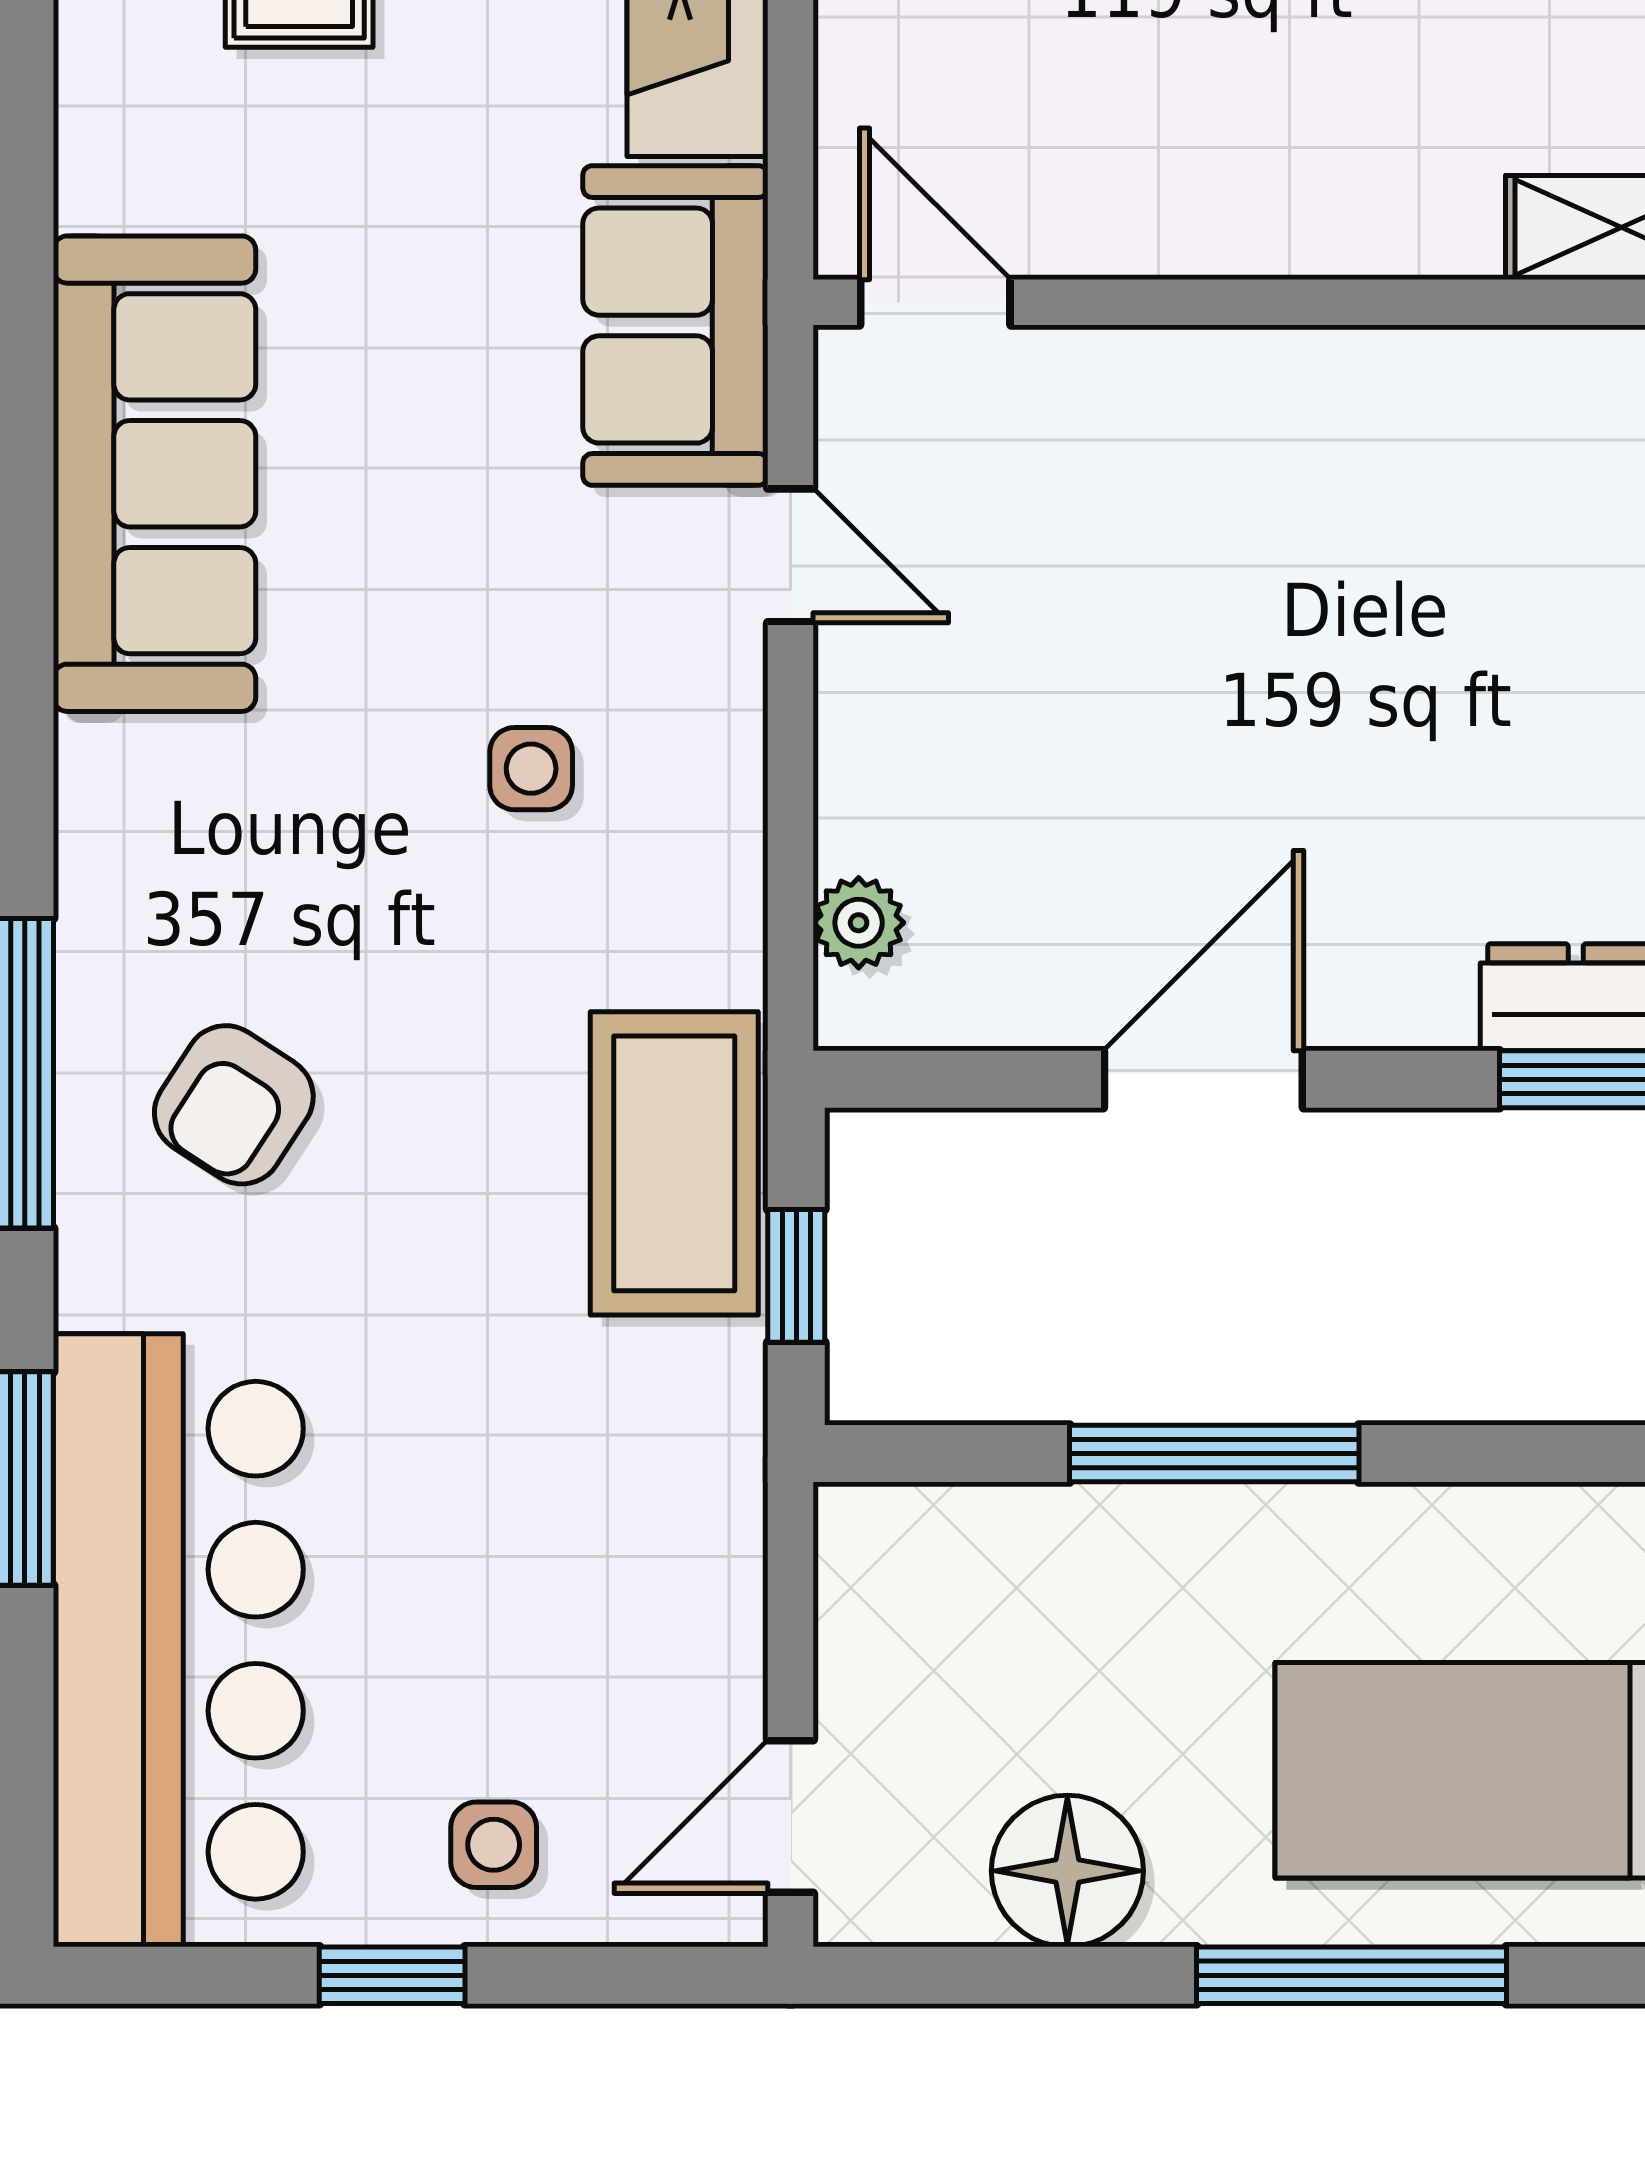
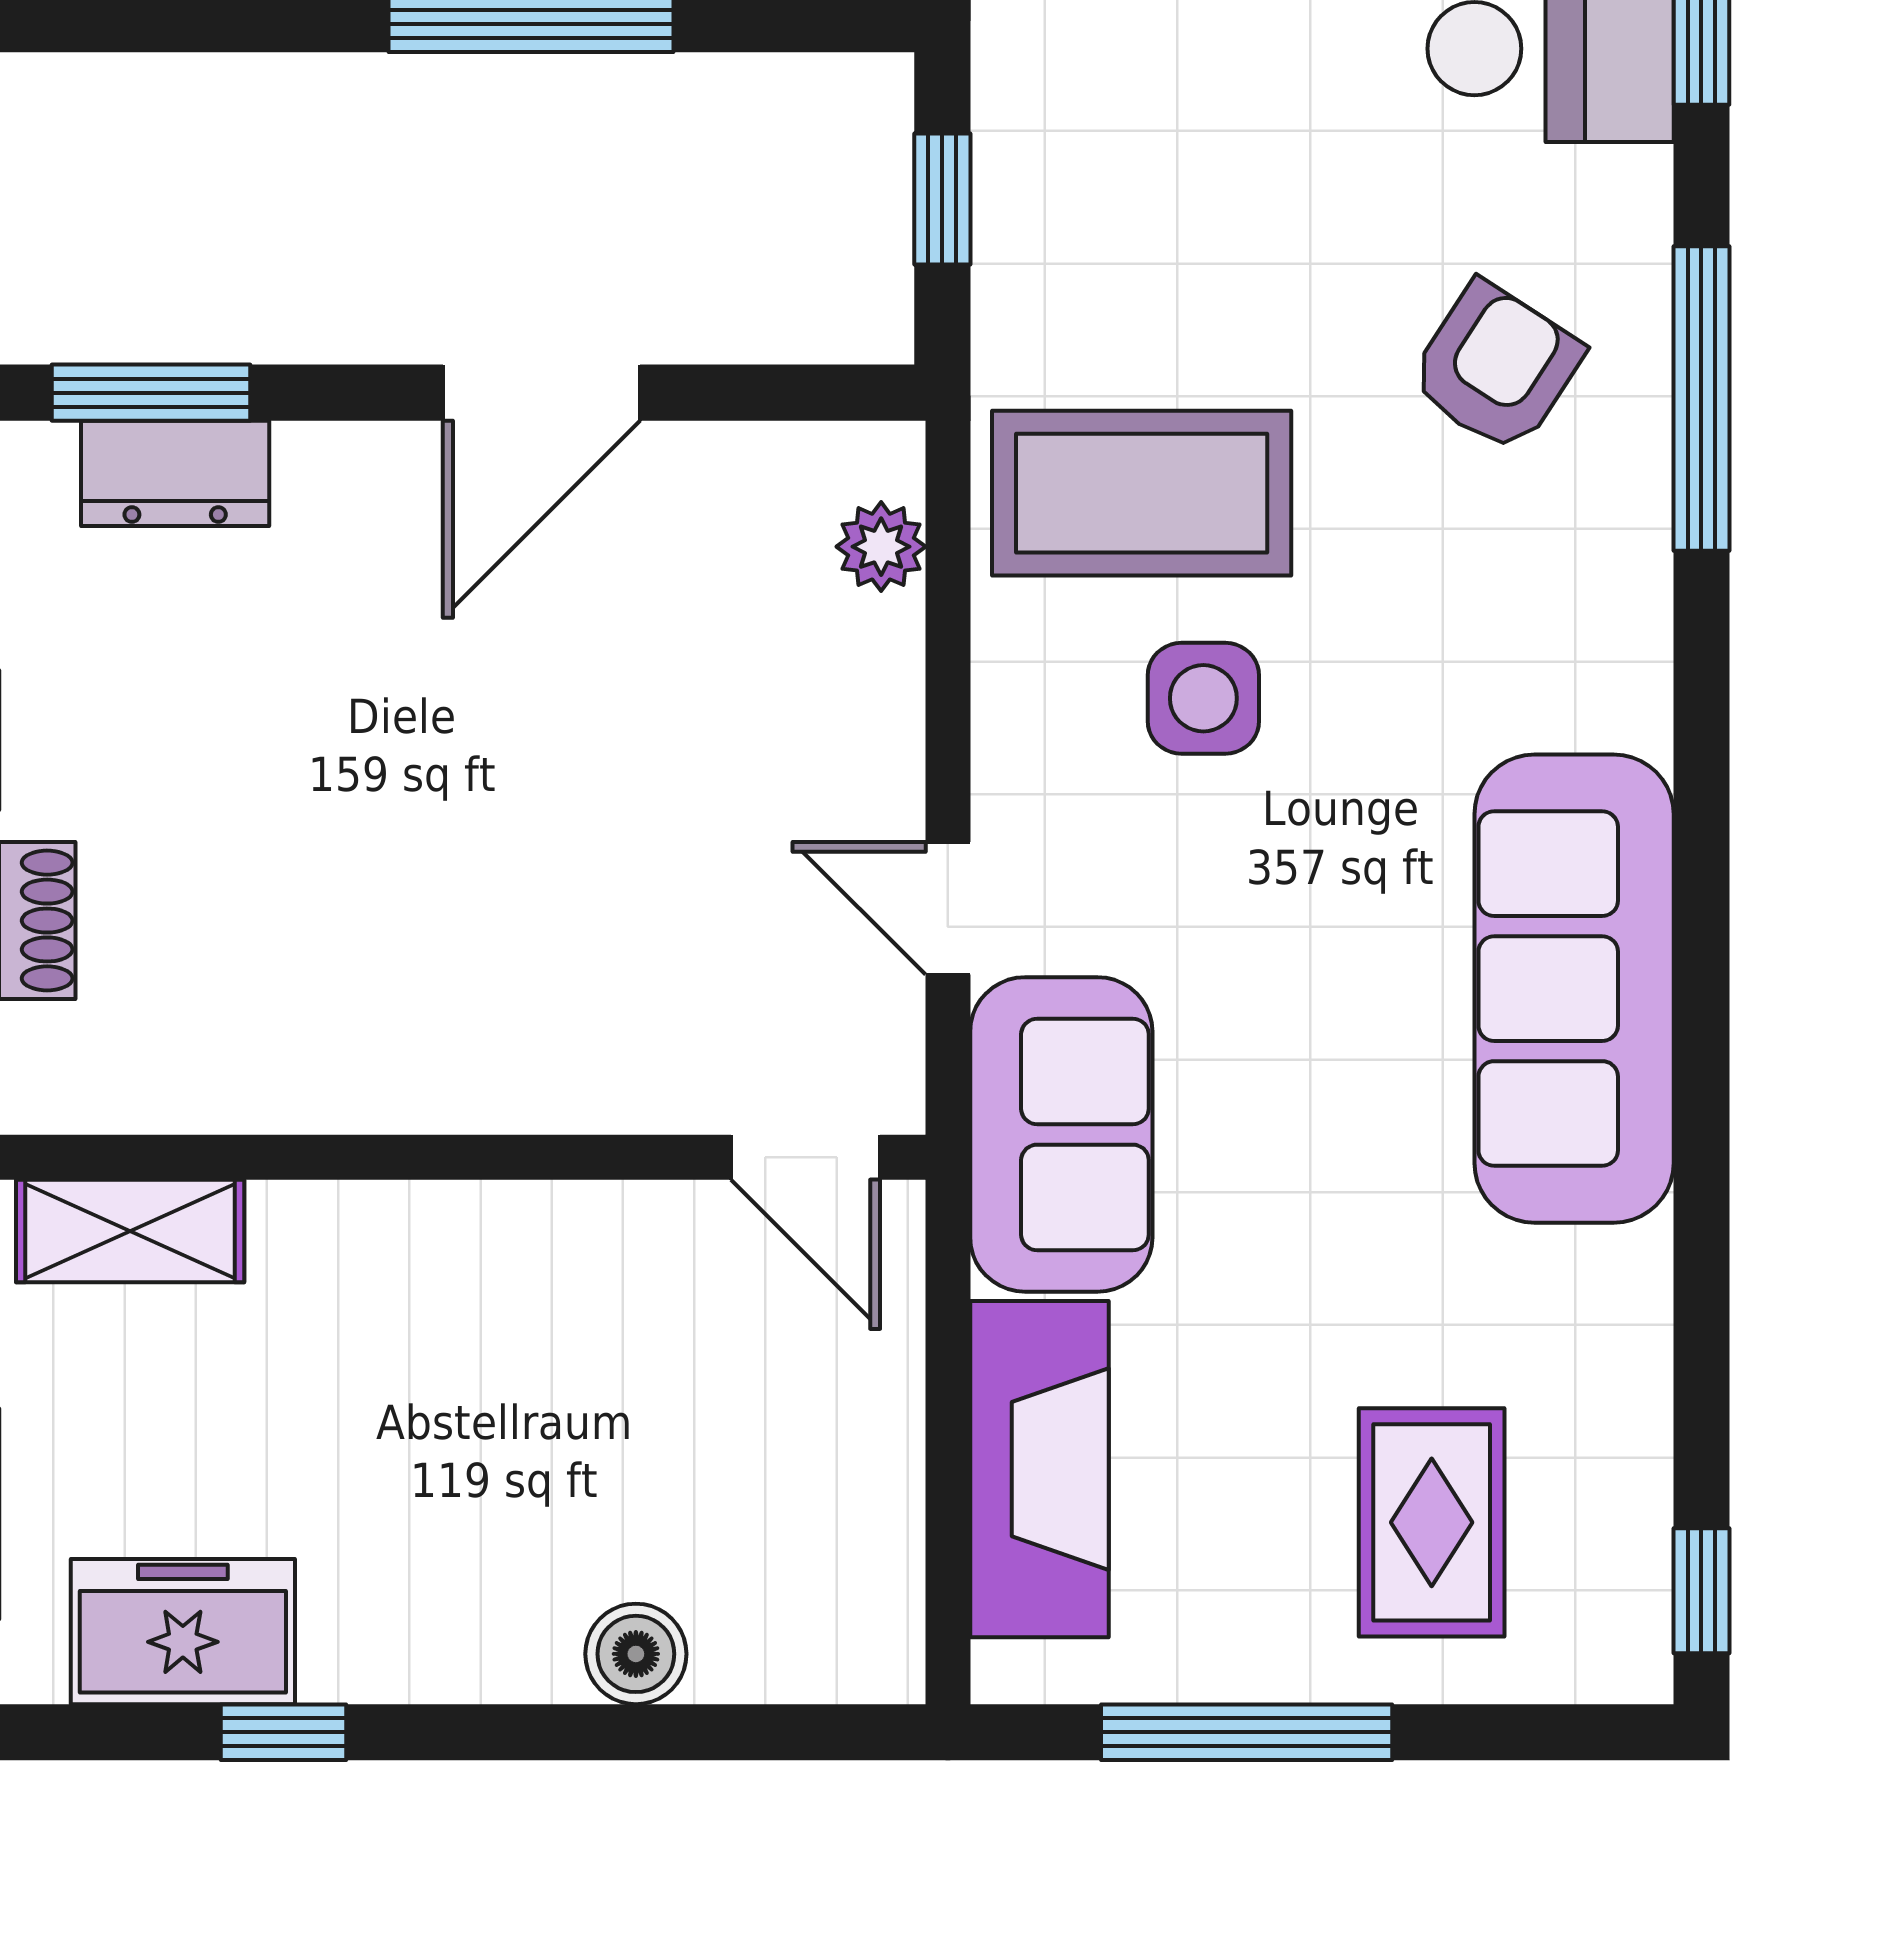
side table: (531, 769) -> (1203, 698), width x1.37, depth x1.37
coffee table: (674, 1163) -> (1142, 493), moved, turned 90

